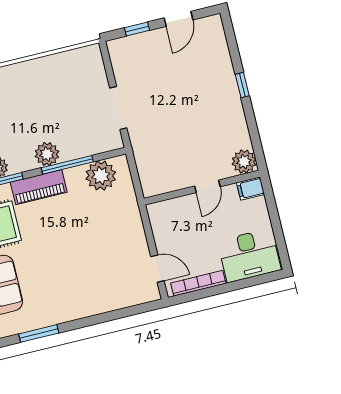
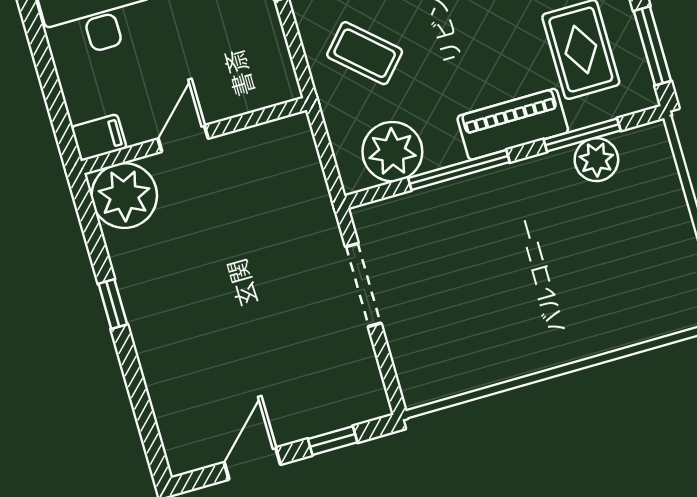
window: (242, 85) -> (113, 304), moved
plant: (47, 154) -> (499, 190), removed
plant: (244, 162) -> (124, 196), width x1.36, depth x1.36
coffee table: (113, 226) -> (365, 53), added

